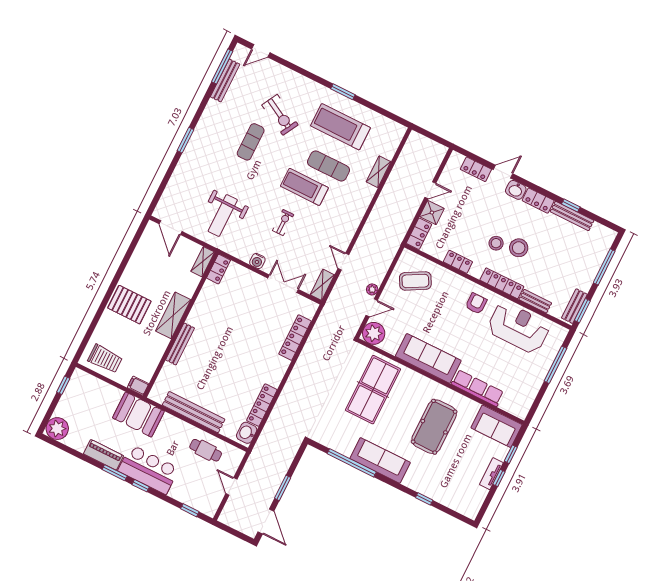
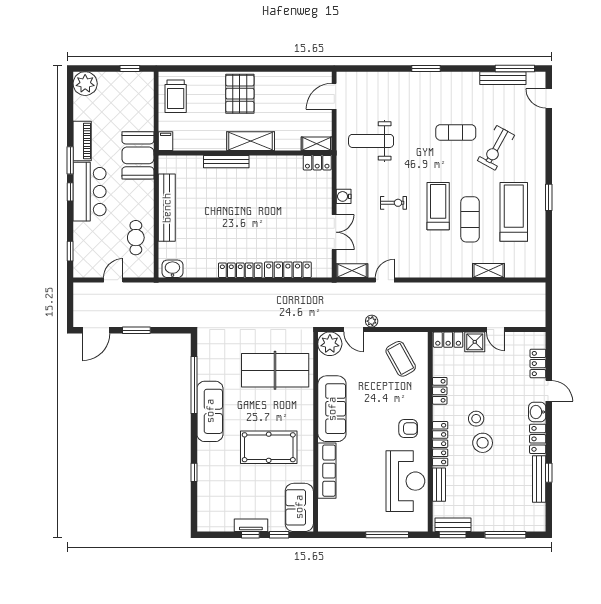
locker: (262, 405) -> (240, 270), moved

